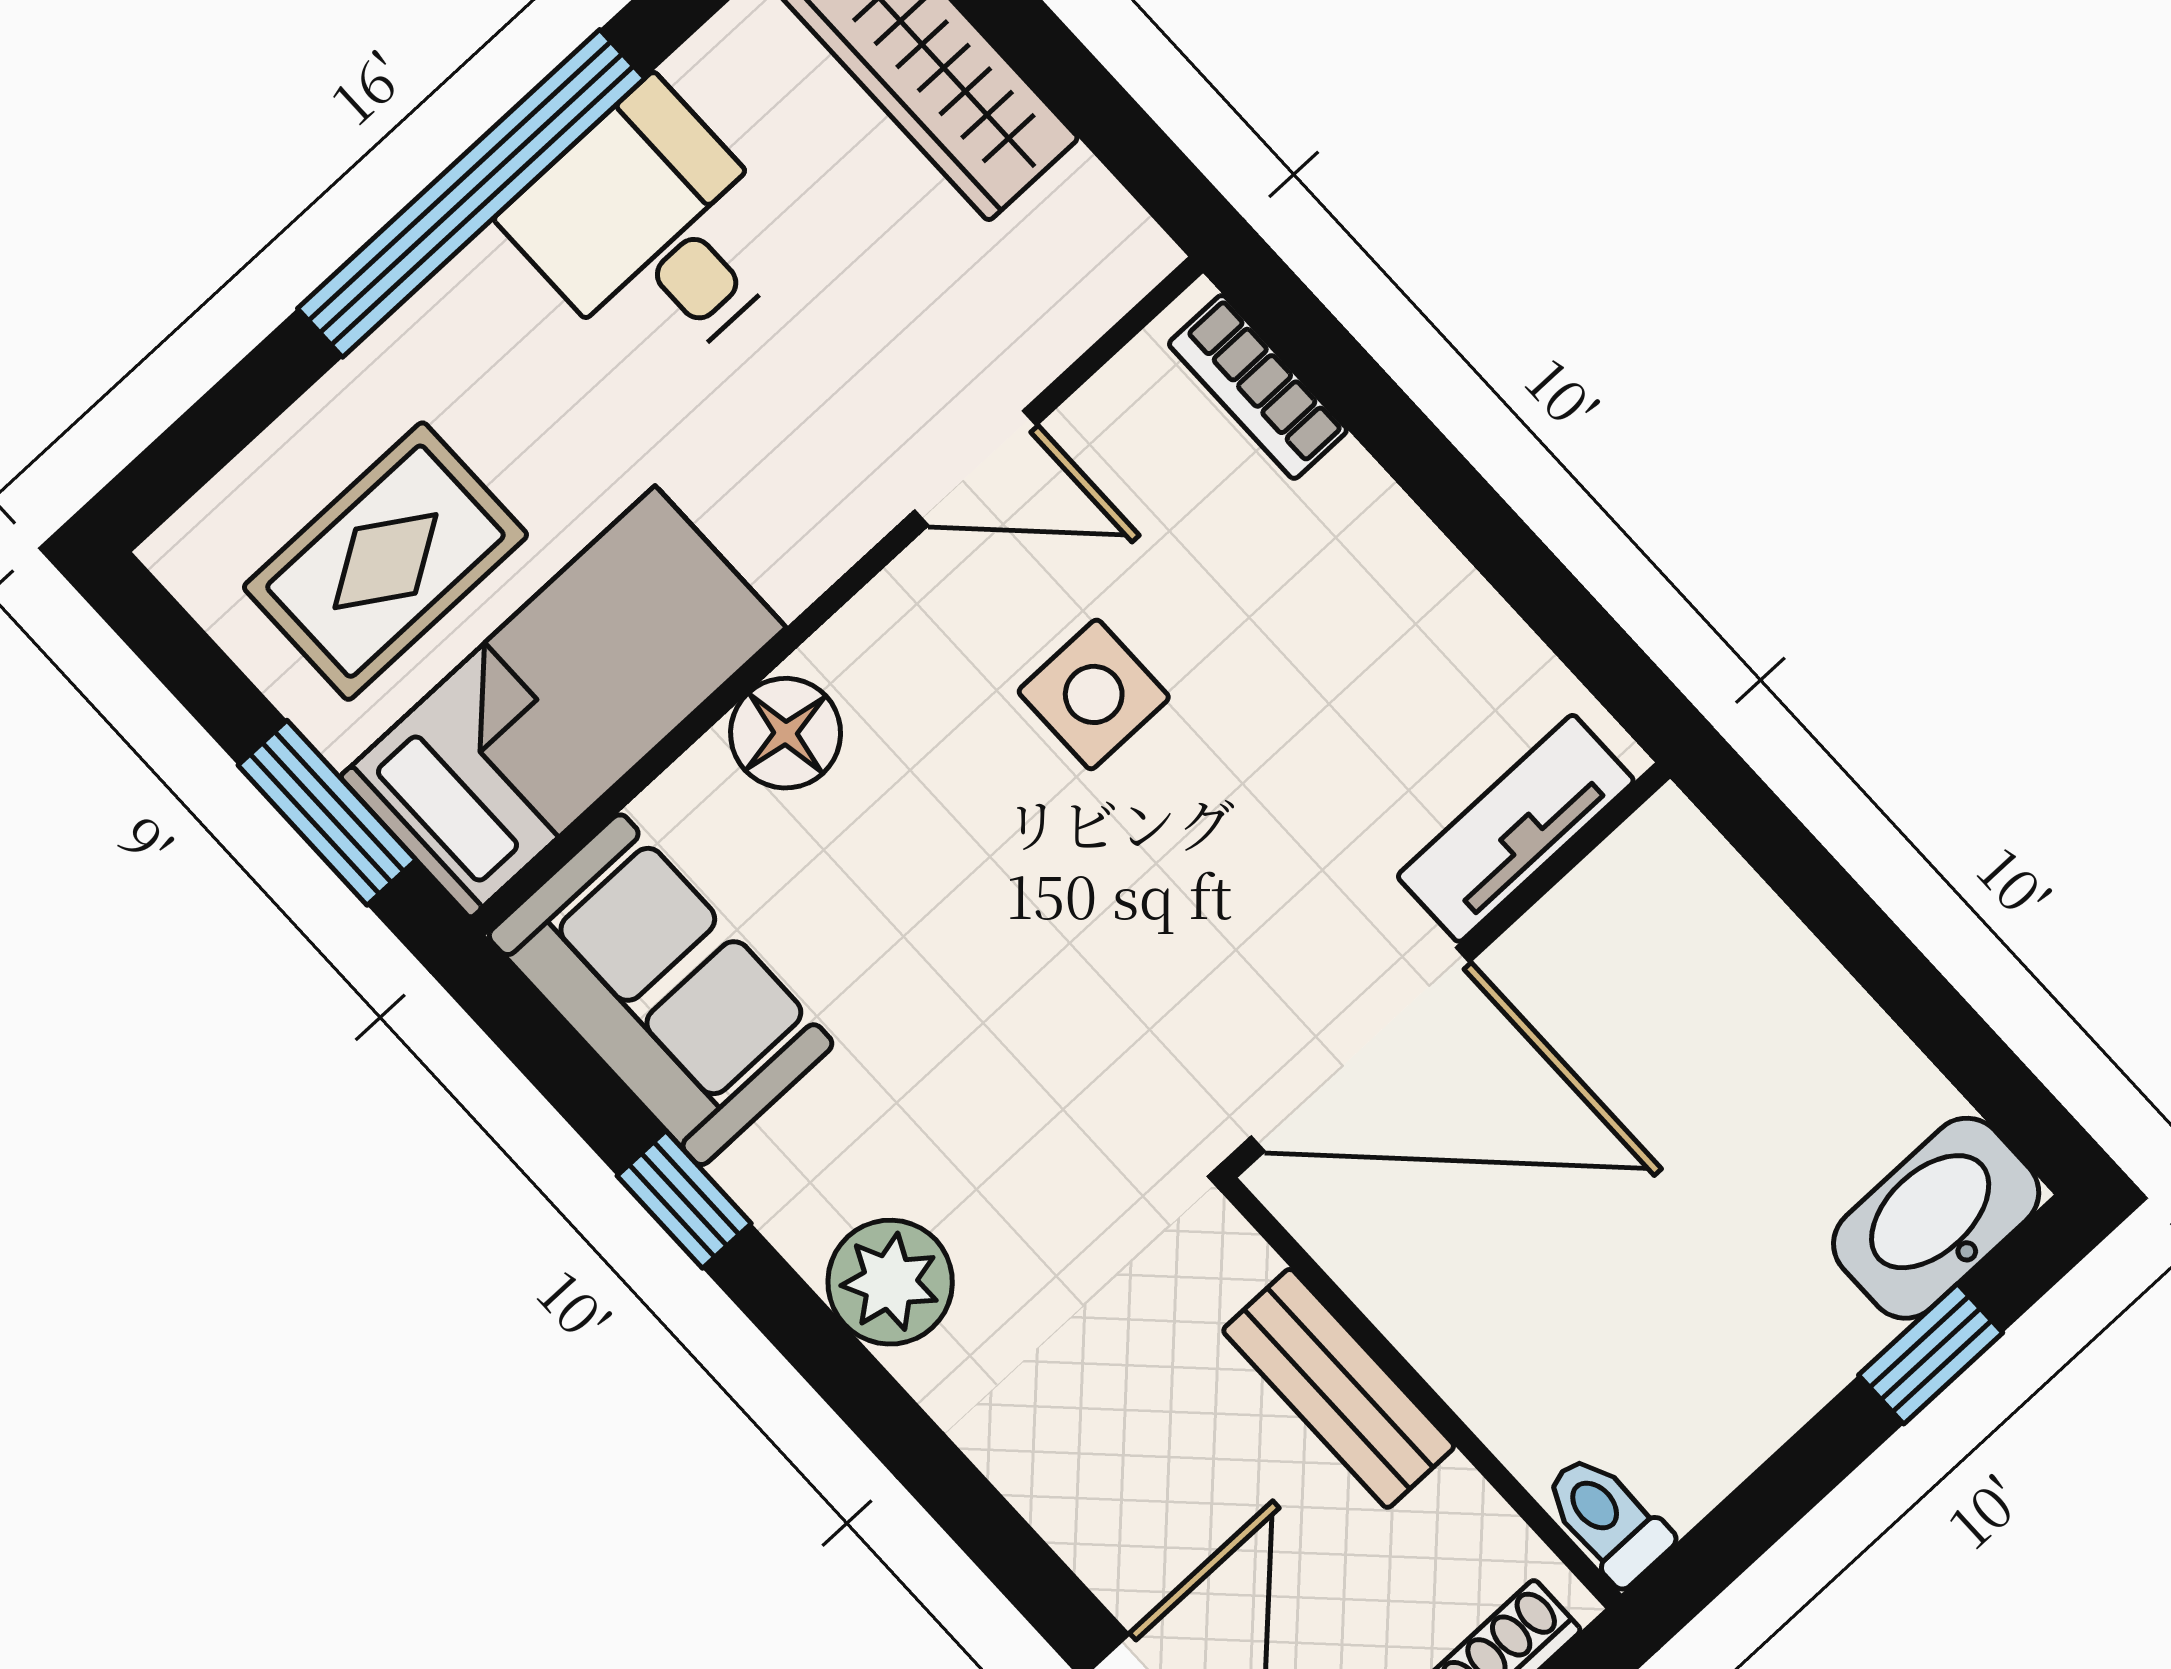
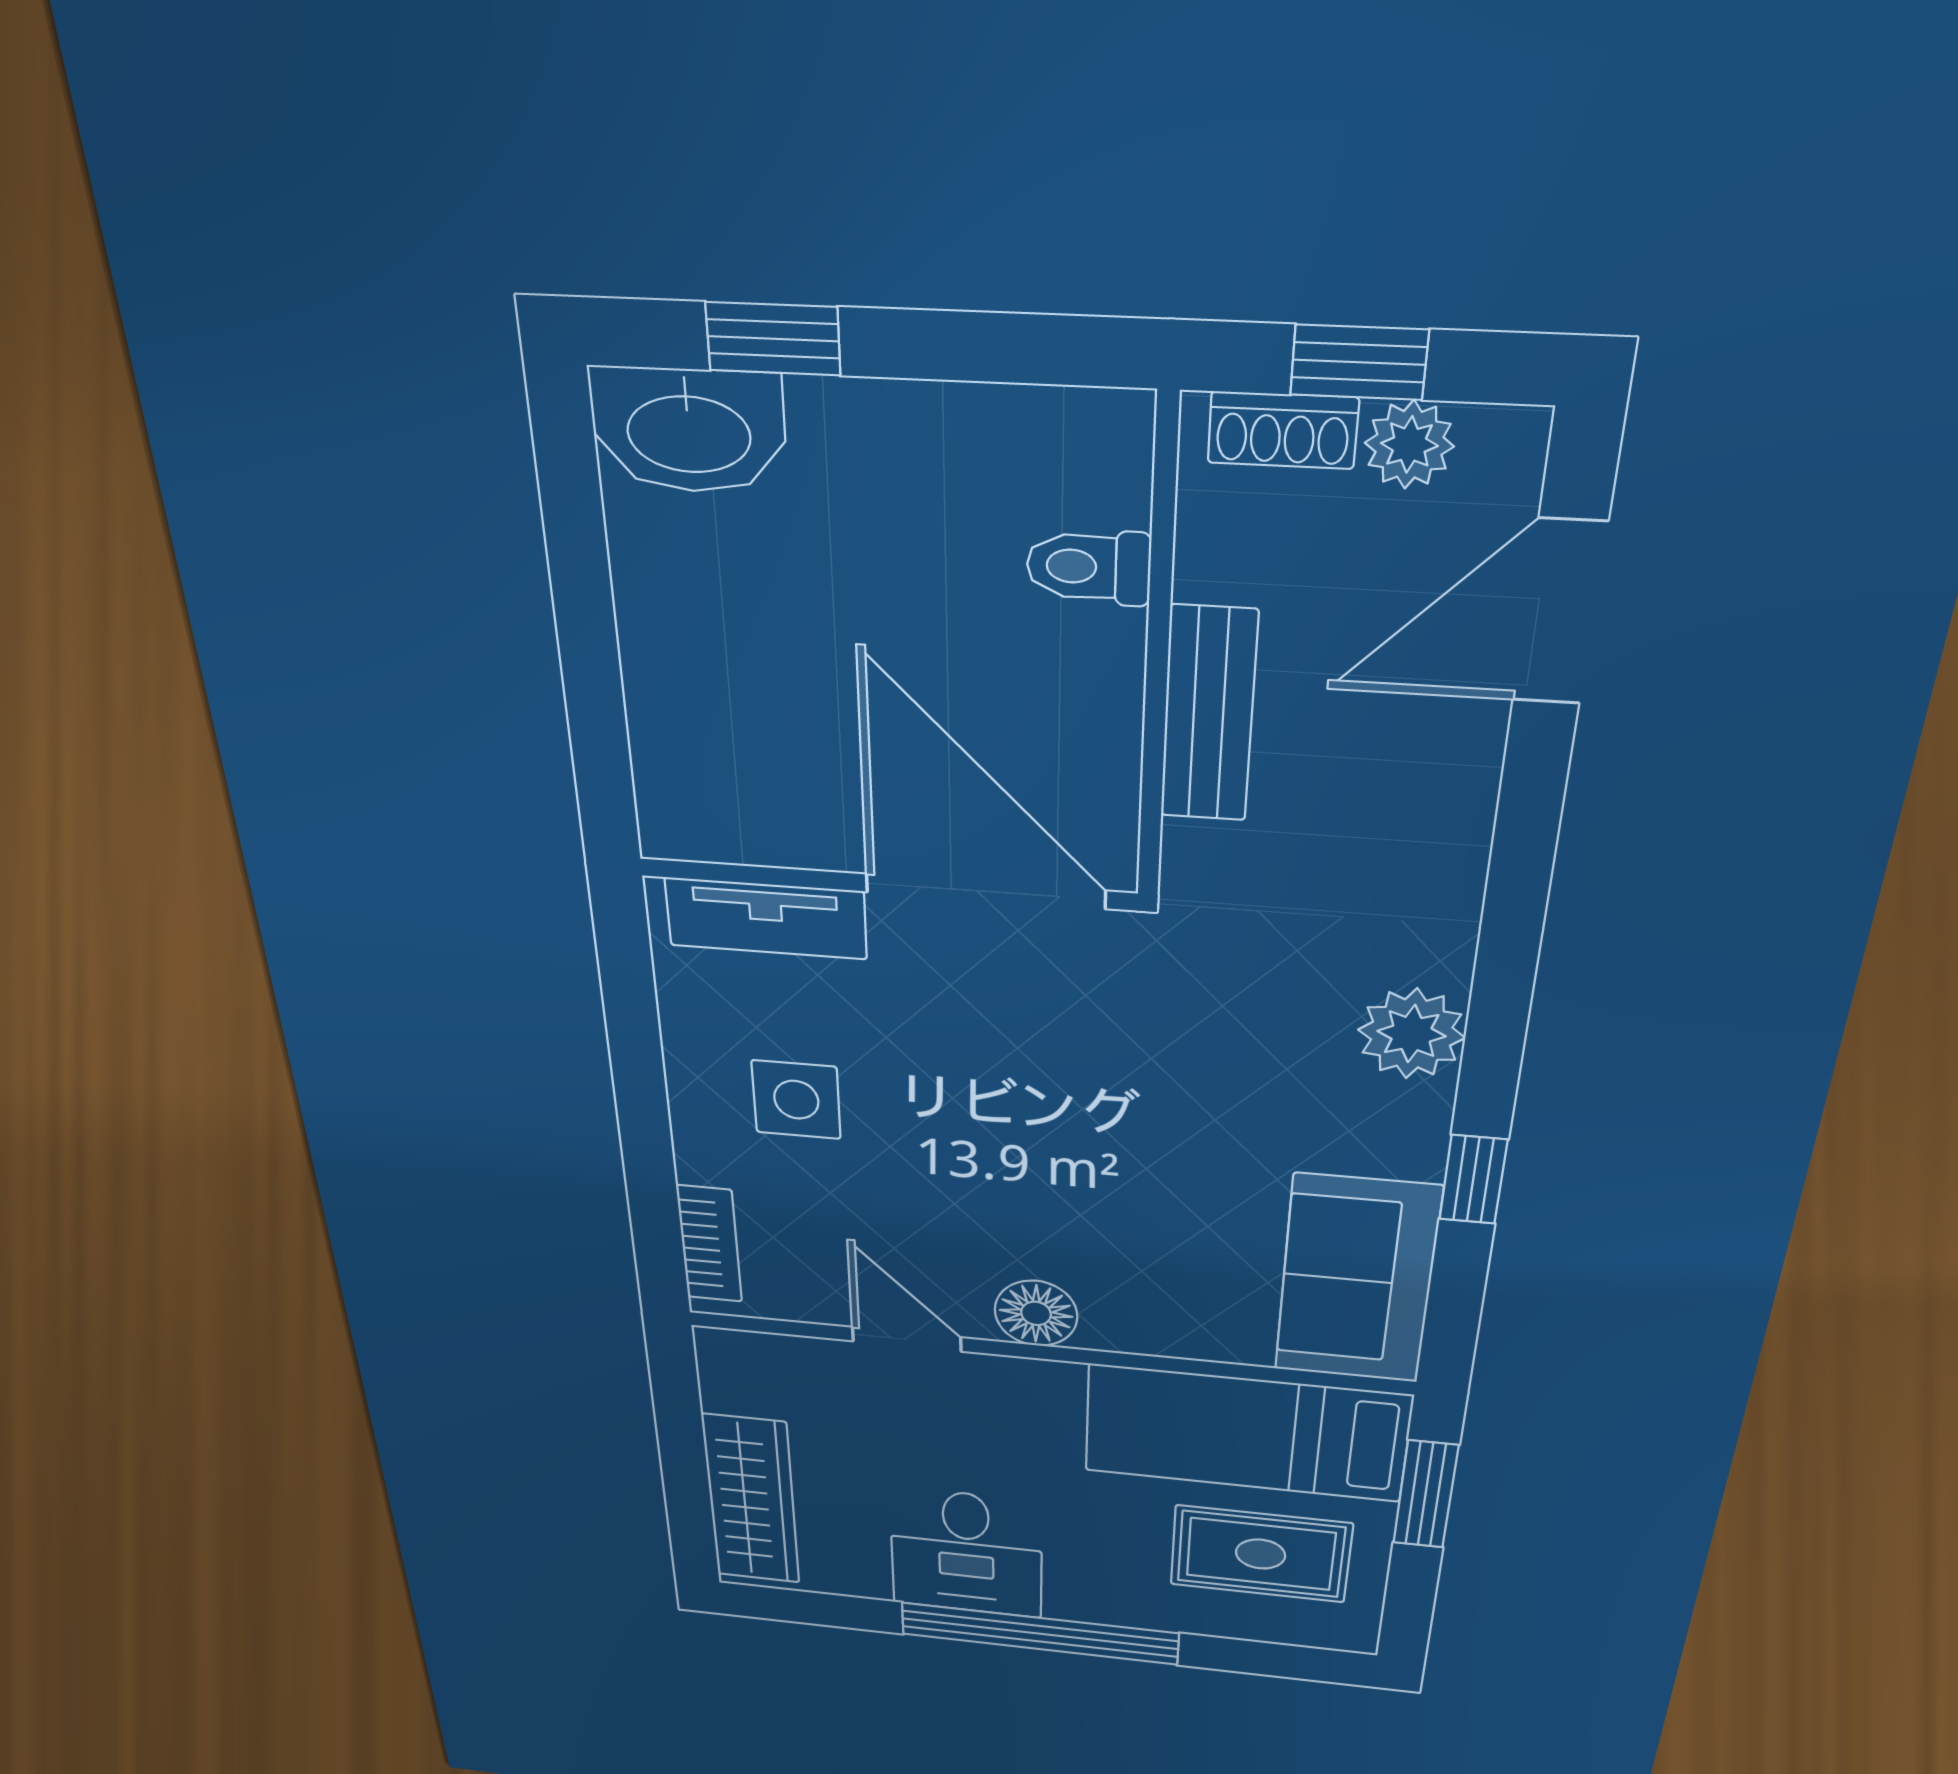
side table: (1094, 694) -> (796, 1100), moved
floor lamp: (786, 733) -> (1036, 1313), moved
toilet: (1607, 1519) -> (1089, 567), moved, turned 90

